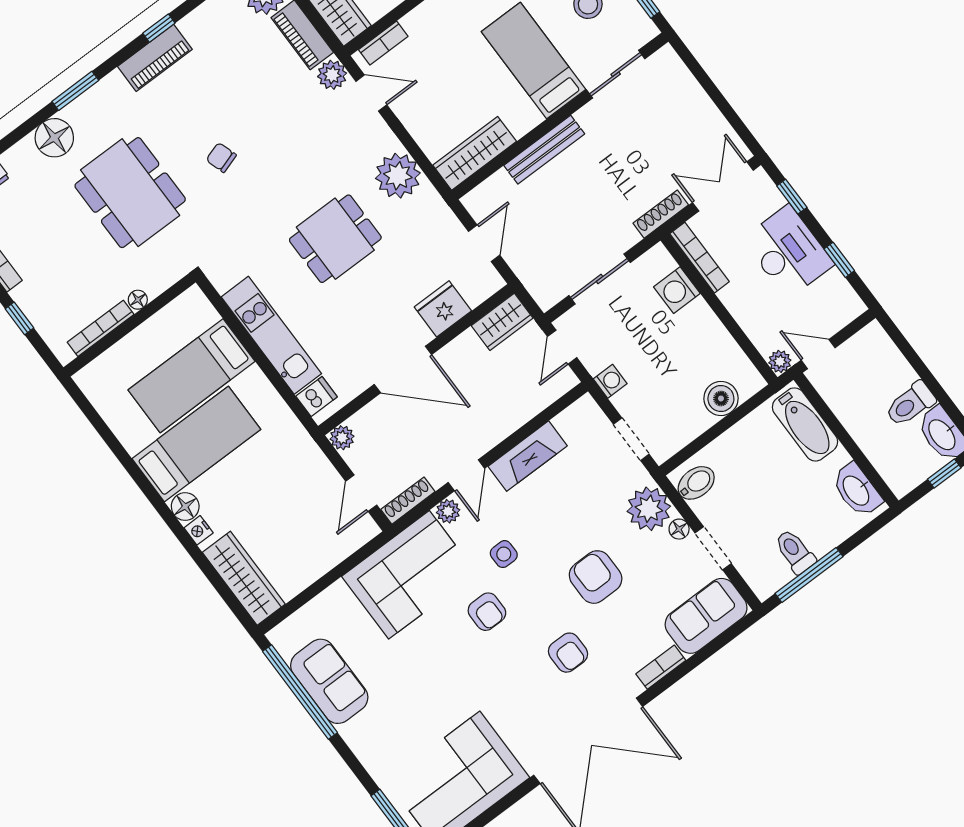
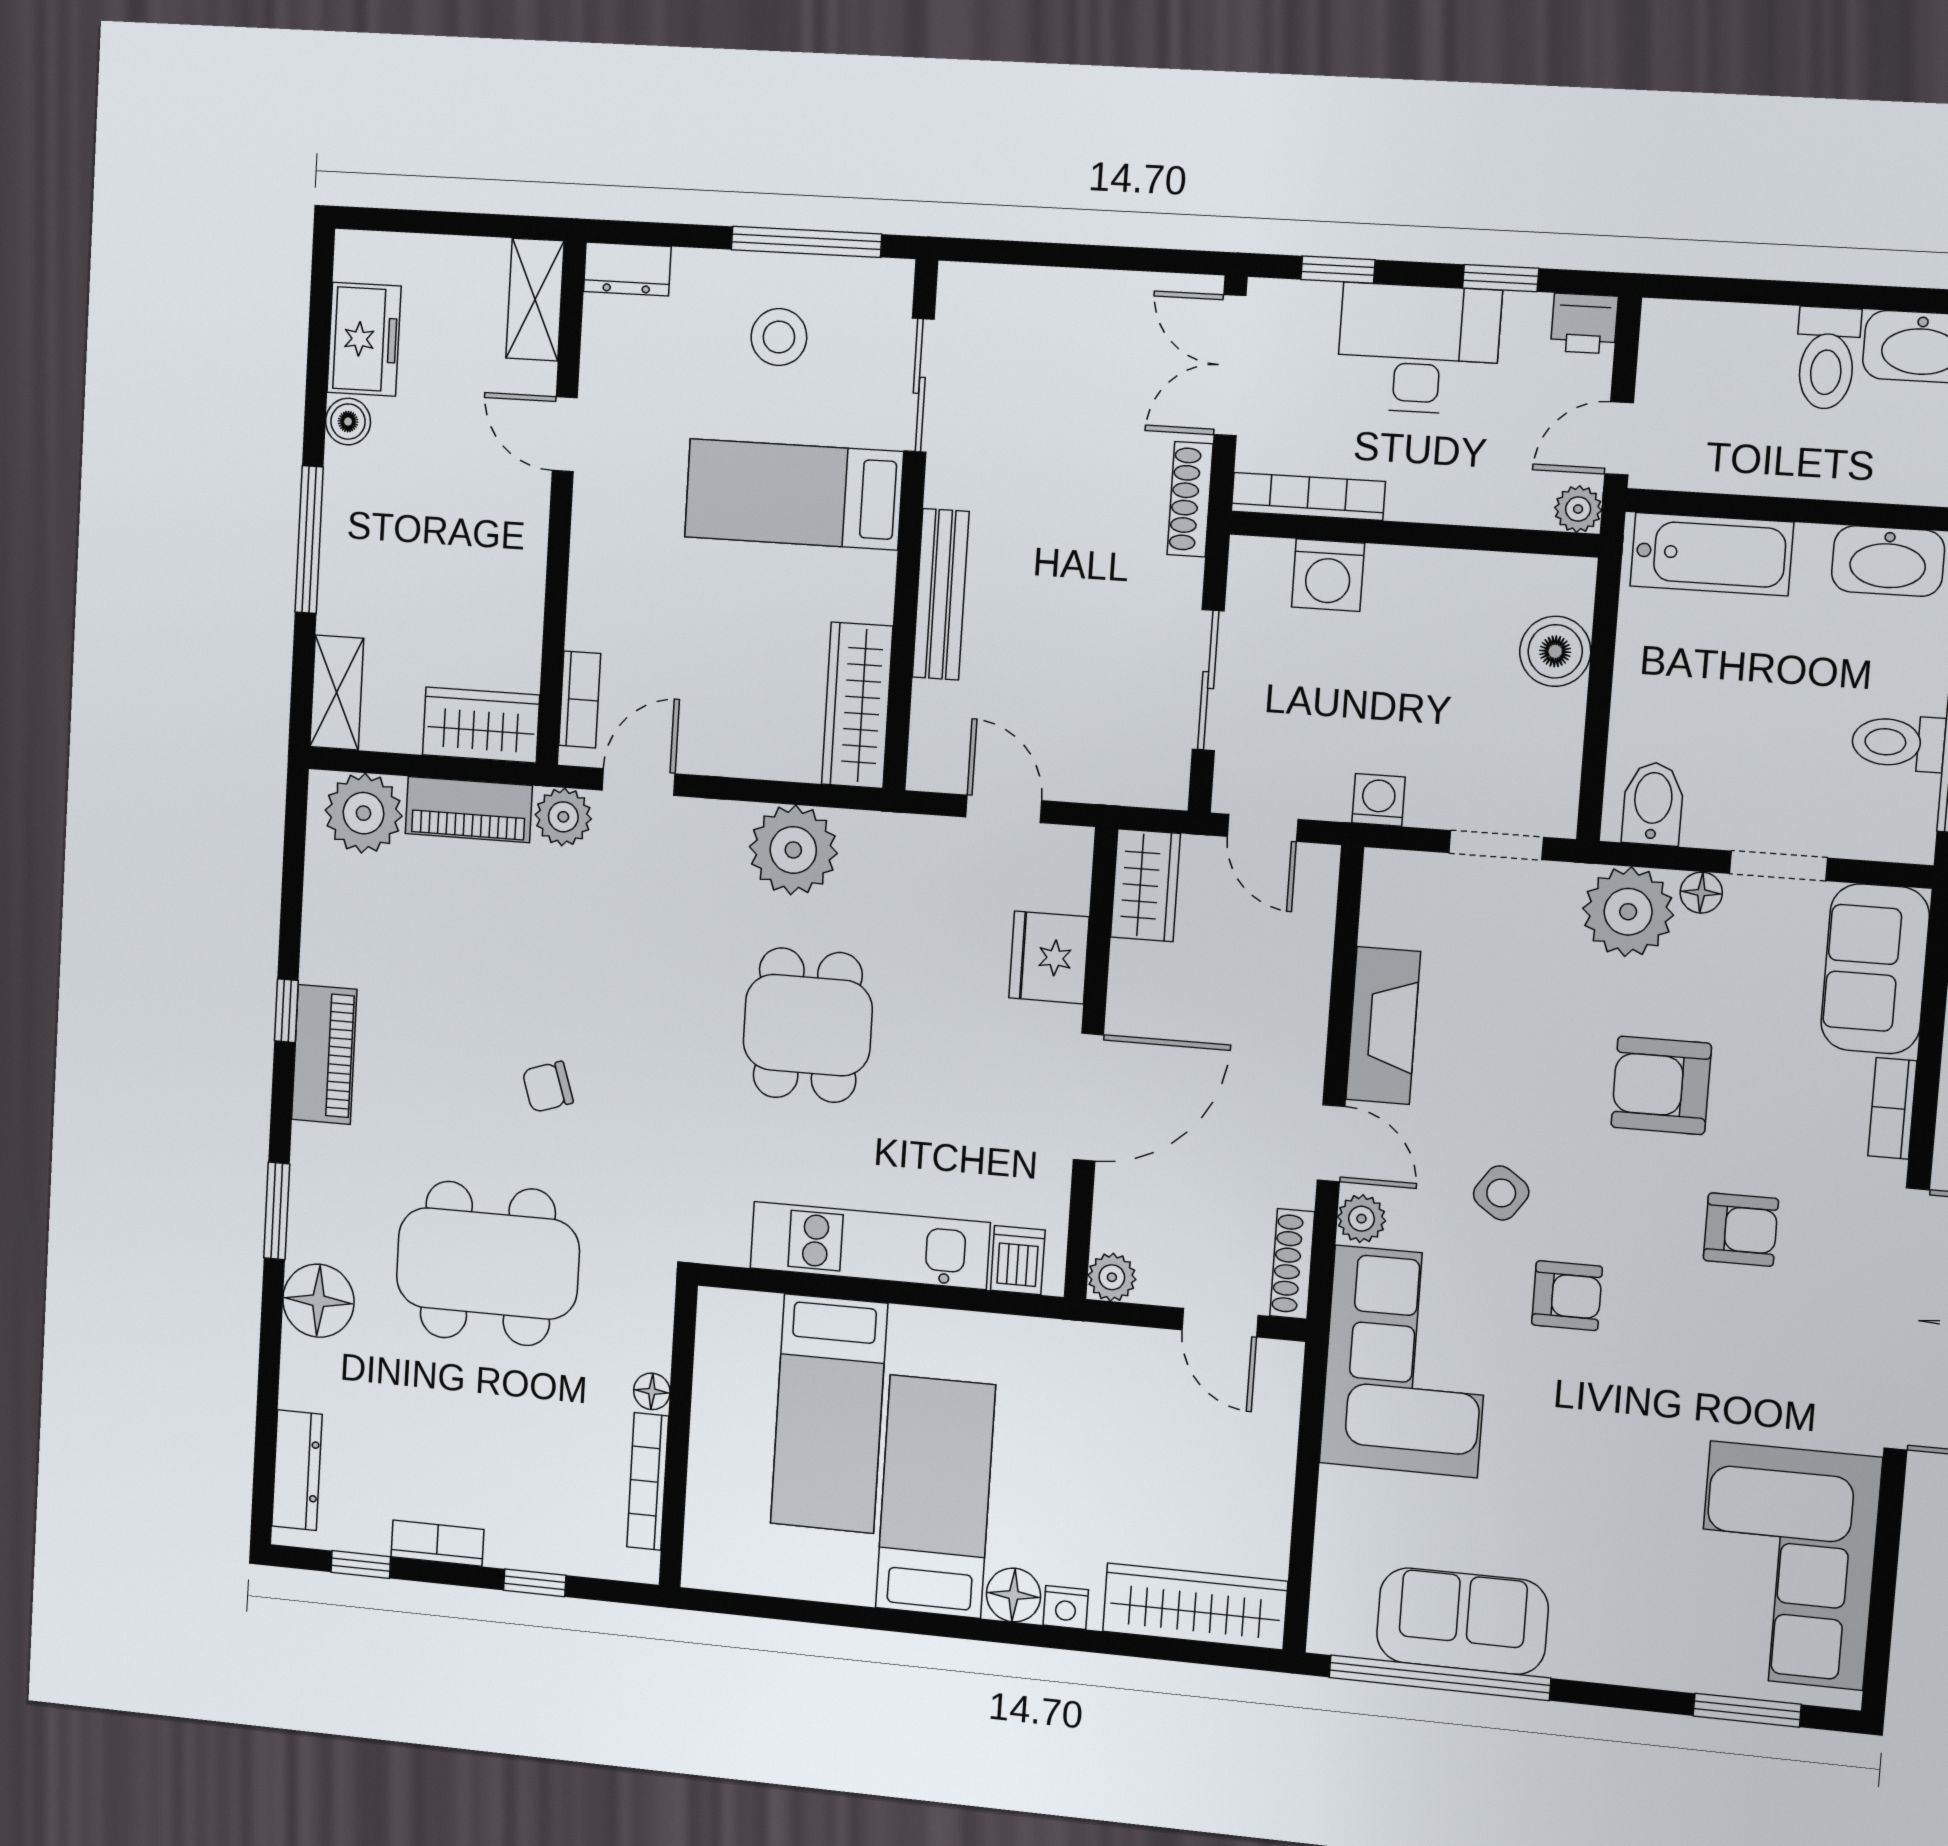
printer: (849, 305) -> (1584, 324), added
side table: (504, 554) -> (1501, 1193), turned 35

